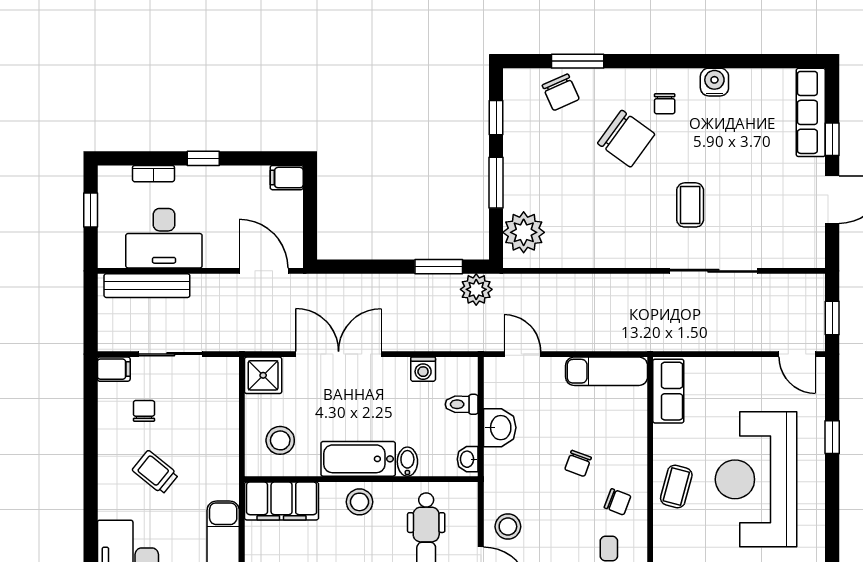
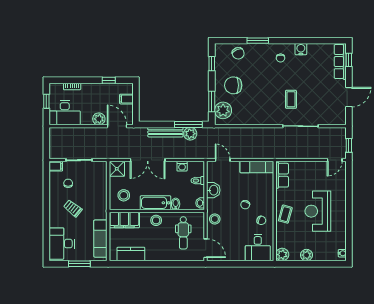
window: (578, 61) -> (258, 41), moved
chair: (626, 139) -> (233, 85), moved, turned 144
window: (832, 139) -> (349, 60), moved
window: (203, 158) -> (109, 80), moved
filing cabinet: (287, 178) -> (126, 99), moved
window: (496, 183) -> (212, 101), moved
desk: (164, 238) -> (65, 113), moved
plant: (219, 253) -> (99, 119), added
window: (439, 267) -> (188, 124), width x1.44
bench: (147, 286) -> (165, 132), moved
plant: (476, 289) -> (190, 134), moved
double door: (339, 354) -> (148, 160), swing flipped
door: (797, 354) -> (335, 160), hinge flipped
window: (832, 437) -> (349, 194), removed
reception desk: (756, 479) -> (318, 211), width x0.74, depth x0.77
stool: (508, 527) -> (215, 219), moved

